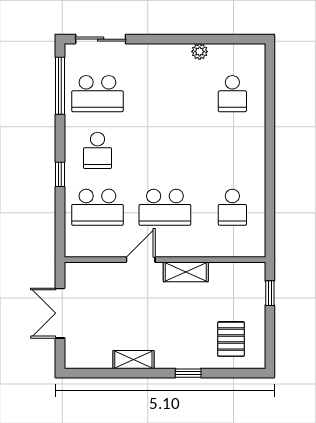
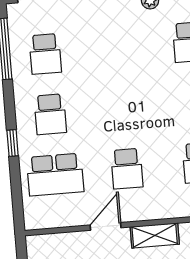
school desk: (97, 94) -> (45, 54), width x0.54
school desk: (165, 207) -> (127, 169), width x0.54

